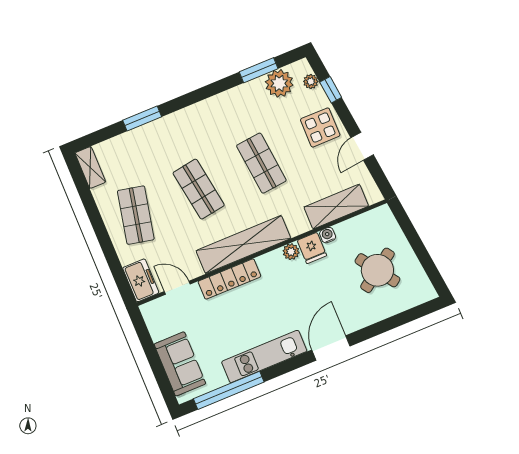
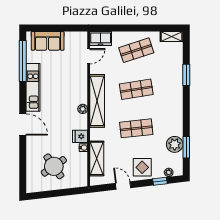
plant: (279, 83) -> (175, 144), moved
shop shelf: (136, 215) -> (136, 50), turned -30
plant: (291, 252) -> (83, 109), moved
locker: (229, 279) -> (82, 86), removed

